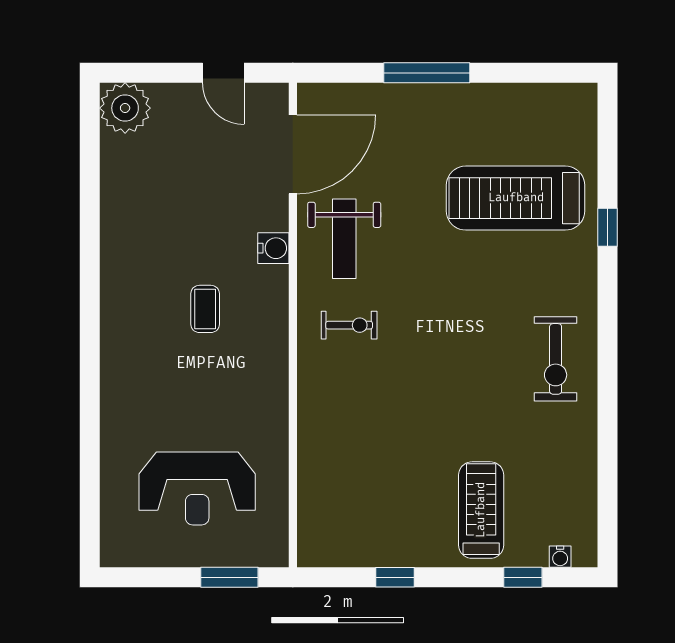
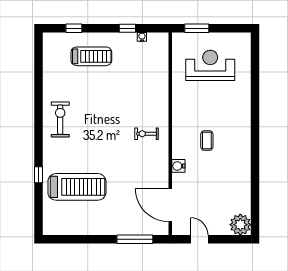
window: (427, 73) -> (135, 239), moved
door: (293, 154) -> (170, 205), hinge flipped
weight bench: (344, 239) -> (149, 170), removed
treadmill: (481, 510) -> (91, 56), turned -90
water cooler: (560, 557) -> (142, 37), moved

